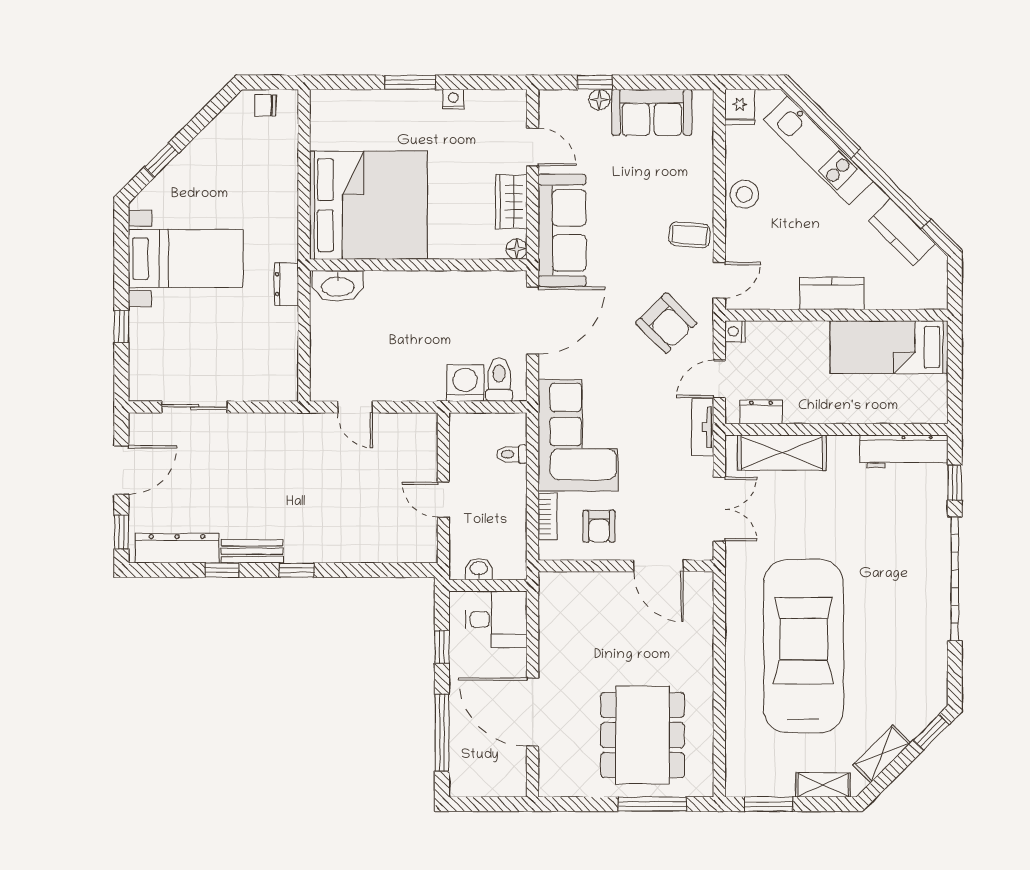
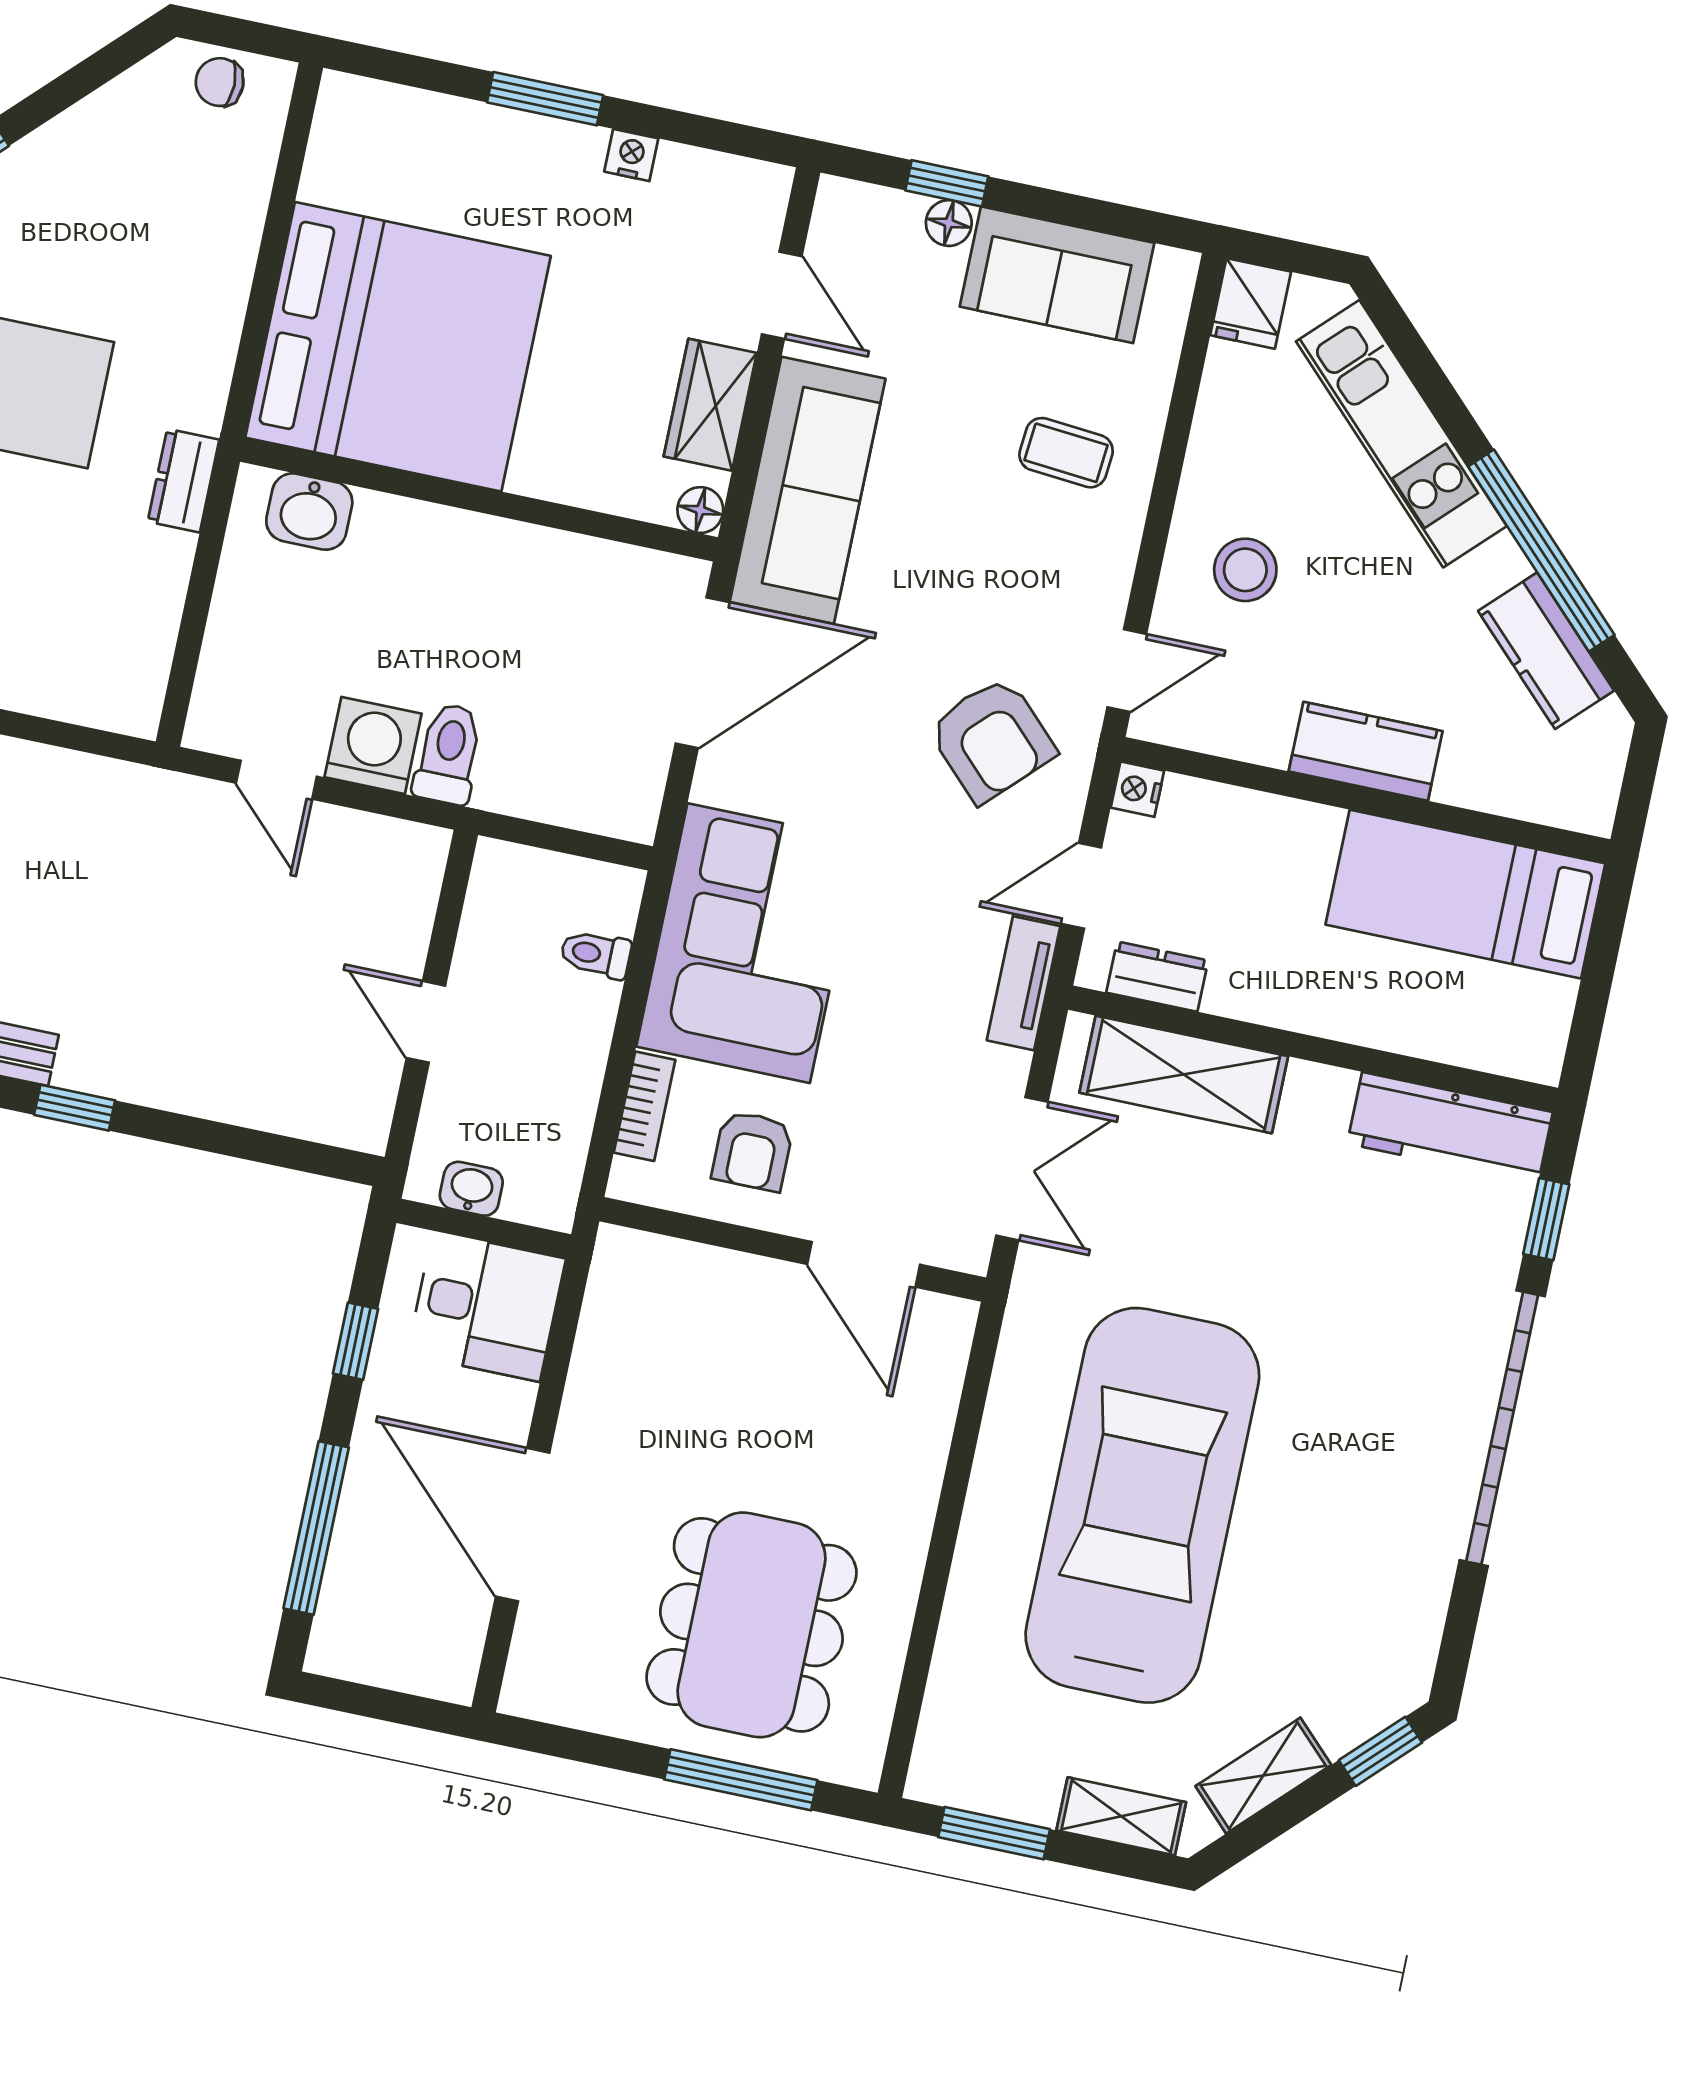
stool: (744, 194) -> (1245, 570), moved
coffee table: (690, 235) -> (1066, 453), moved
washbasin: (338, 286) -> (309, 512), width x0.72
toilet: (499, 380) -> (448, 754), moved
washing machine: (465, 383) -> (373, 745), moved

